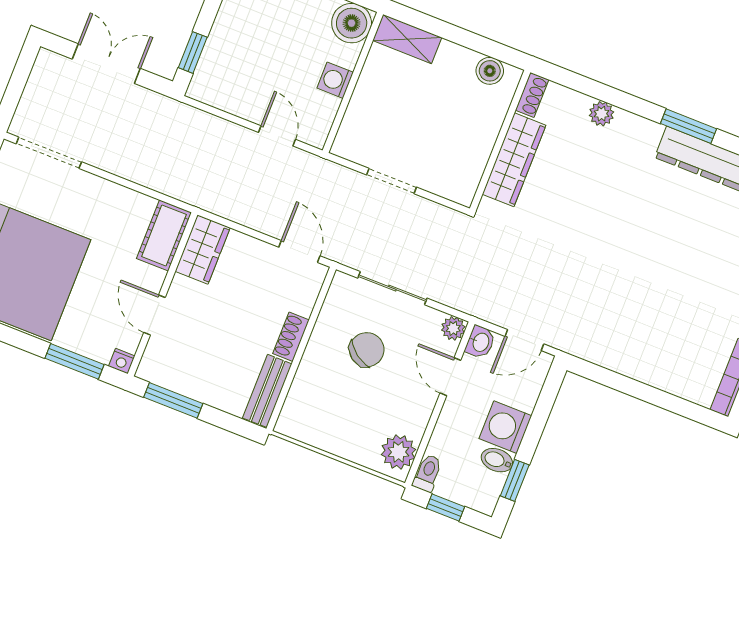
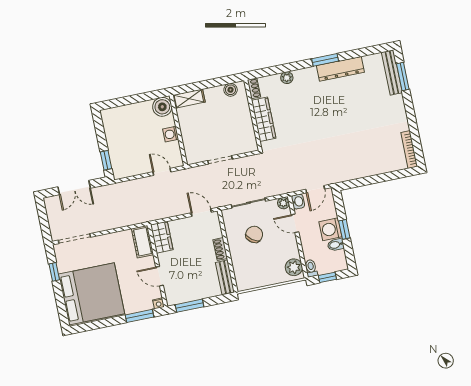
double door: (106, 64) -> (74, 188), swing flipped
window: (515, 480) -> (344, 229), moved

